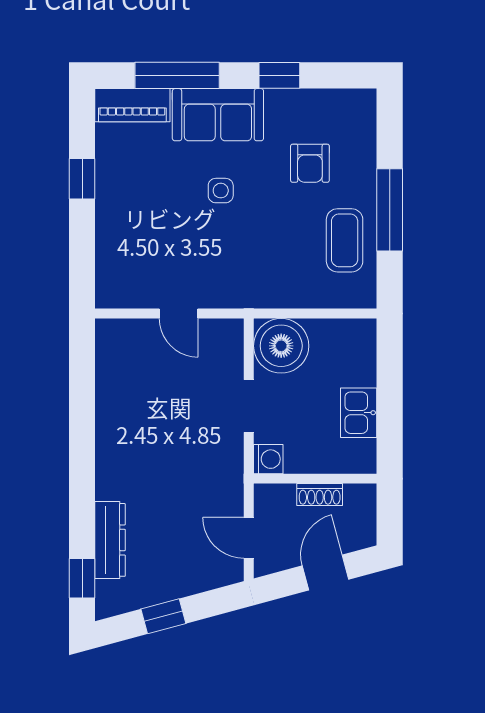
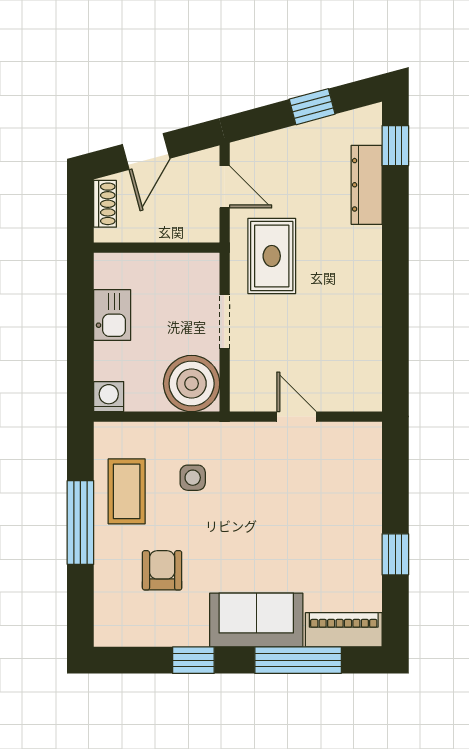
side table: (221, 191) -> (193, 478), moved
washing machine: (268, 459) -> (109, 397), moved, turned 90
rug: (203, 470) -> (272, 256), added
shoe rack: (320, 495) -> (105, 204), moved, turned 90

